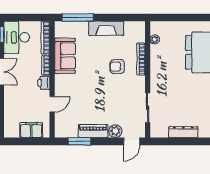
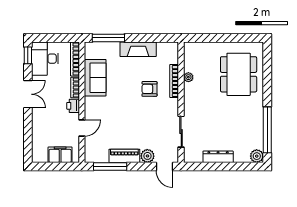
plant: (155, 40) -> (188, 77), moved
window: (79, 141) -> (110, 167), width x1.44
door: (132, 141) -> (164, 167), hinge flipped

